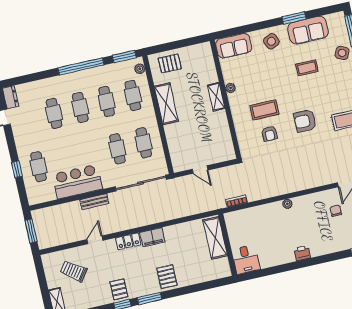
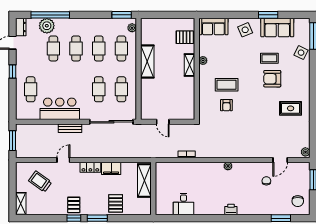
pallet: (170, 63) -> (185, 37), moved
window: (81, 66) -> (50, 15), moved
plant: (40, 89) -> (47, 26), added
armchair: (305, 121) -> (272, 79), moved
window: (17, 169) -> (13, 72), moved
shelving: (215, 238) -> (144, 181), moved
wall: (228, 245) -> (153, 188), moved

